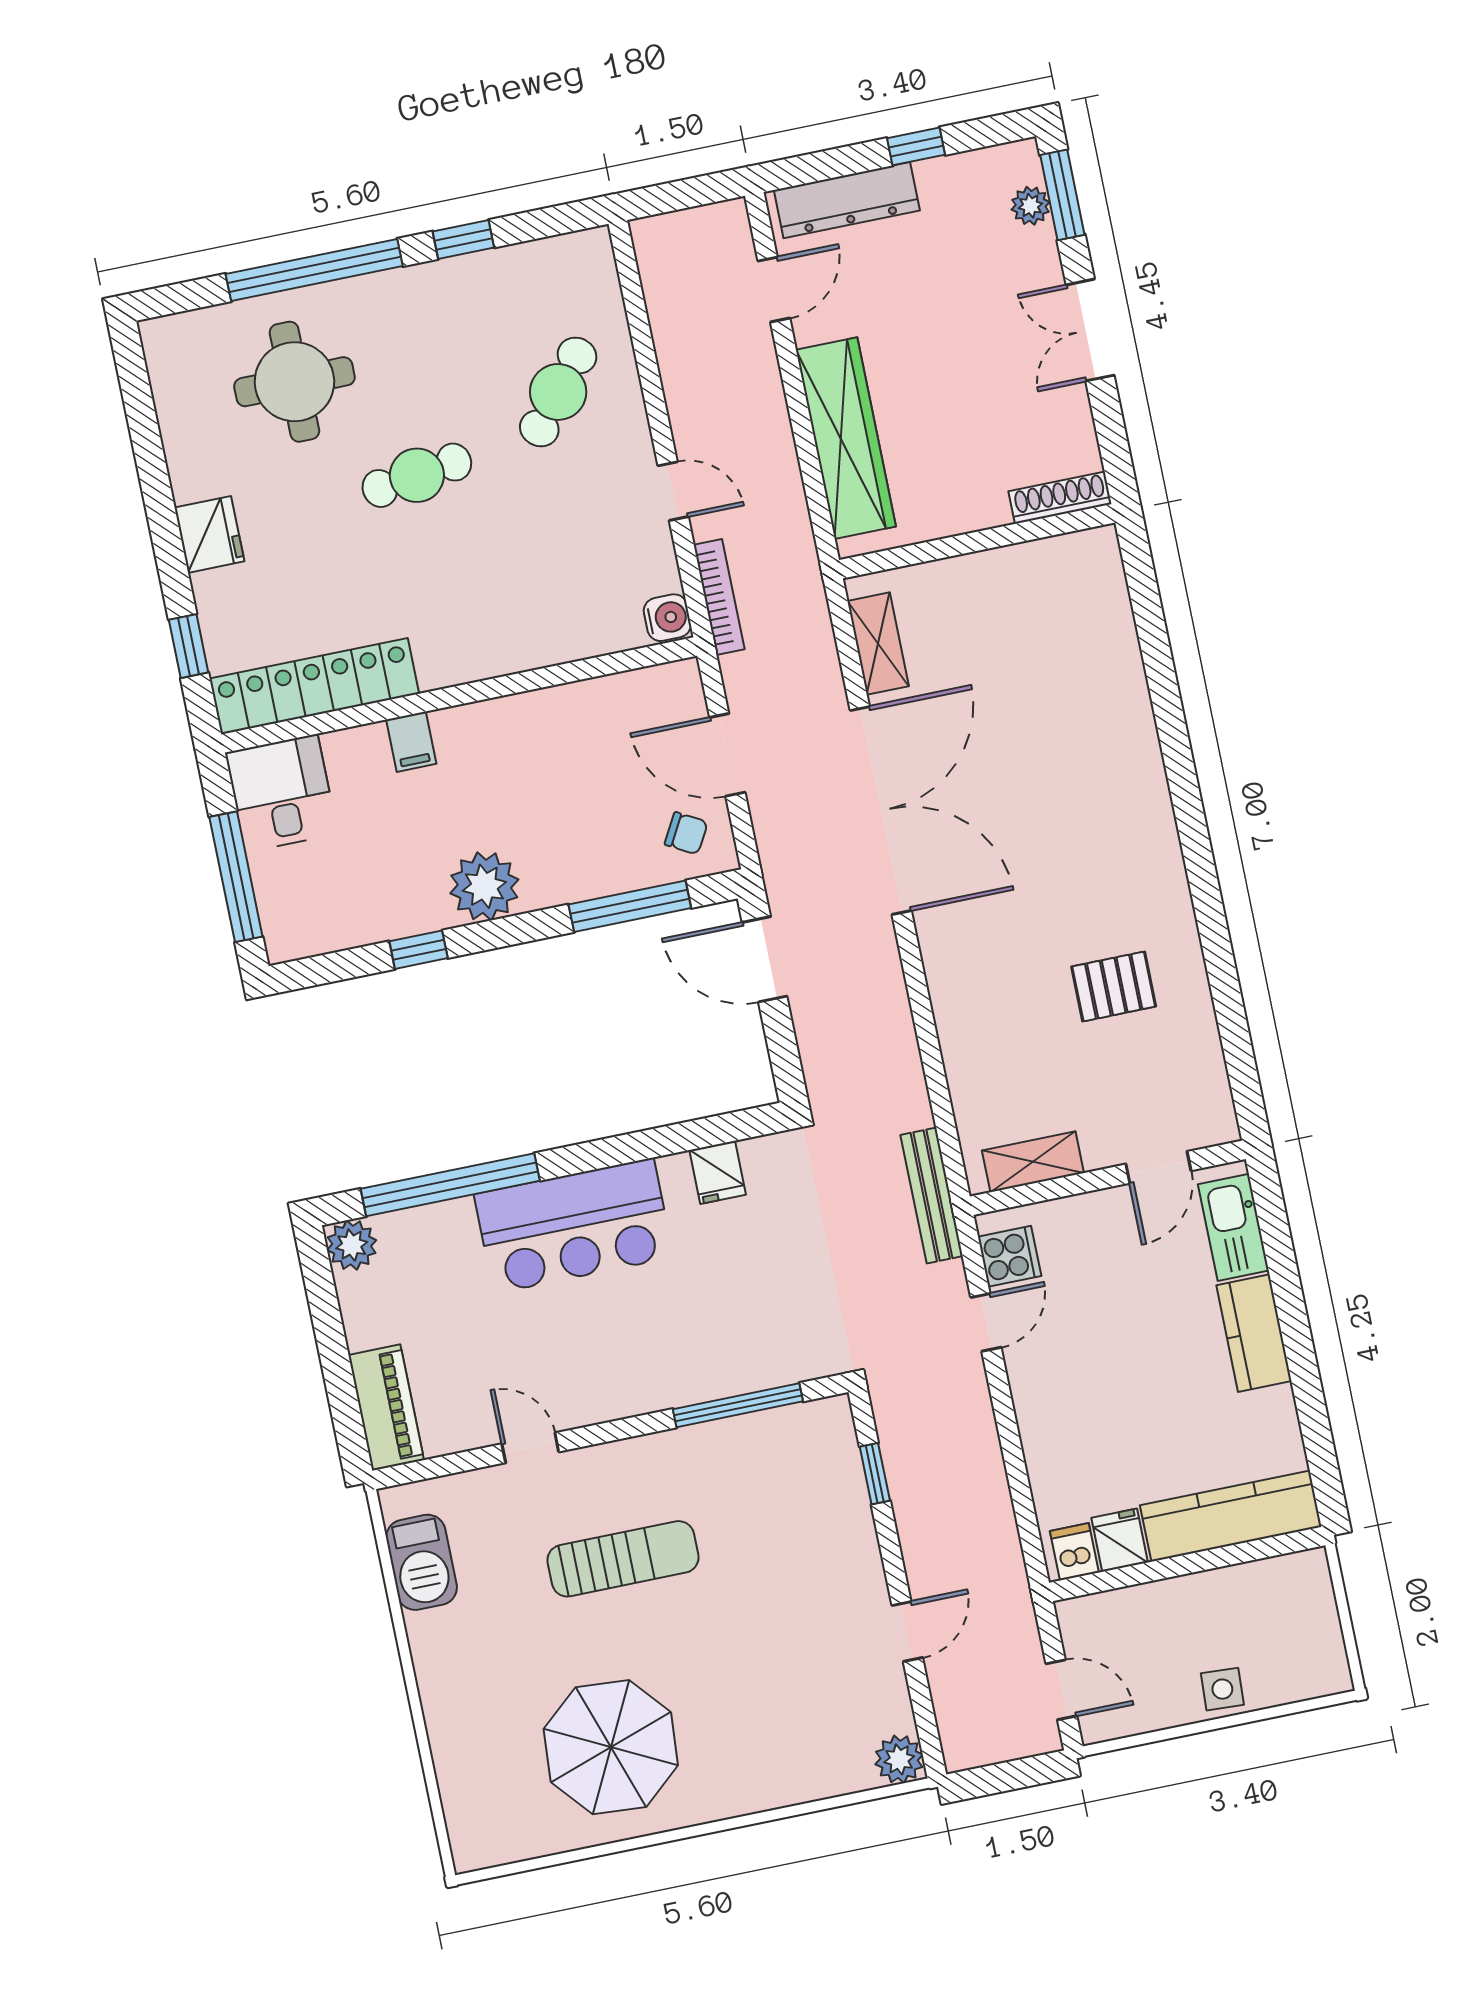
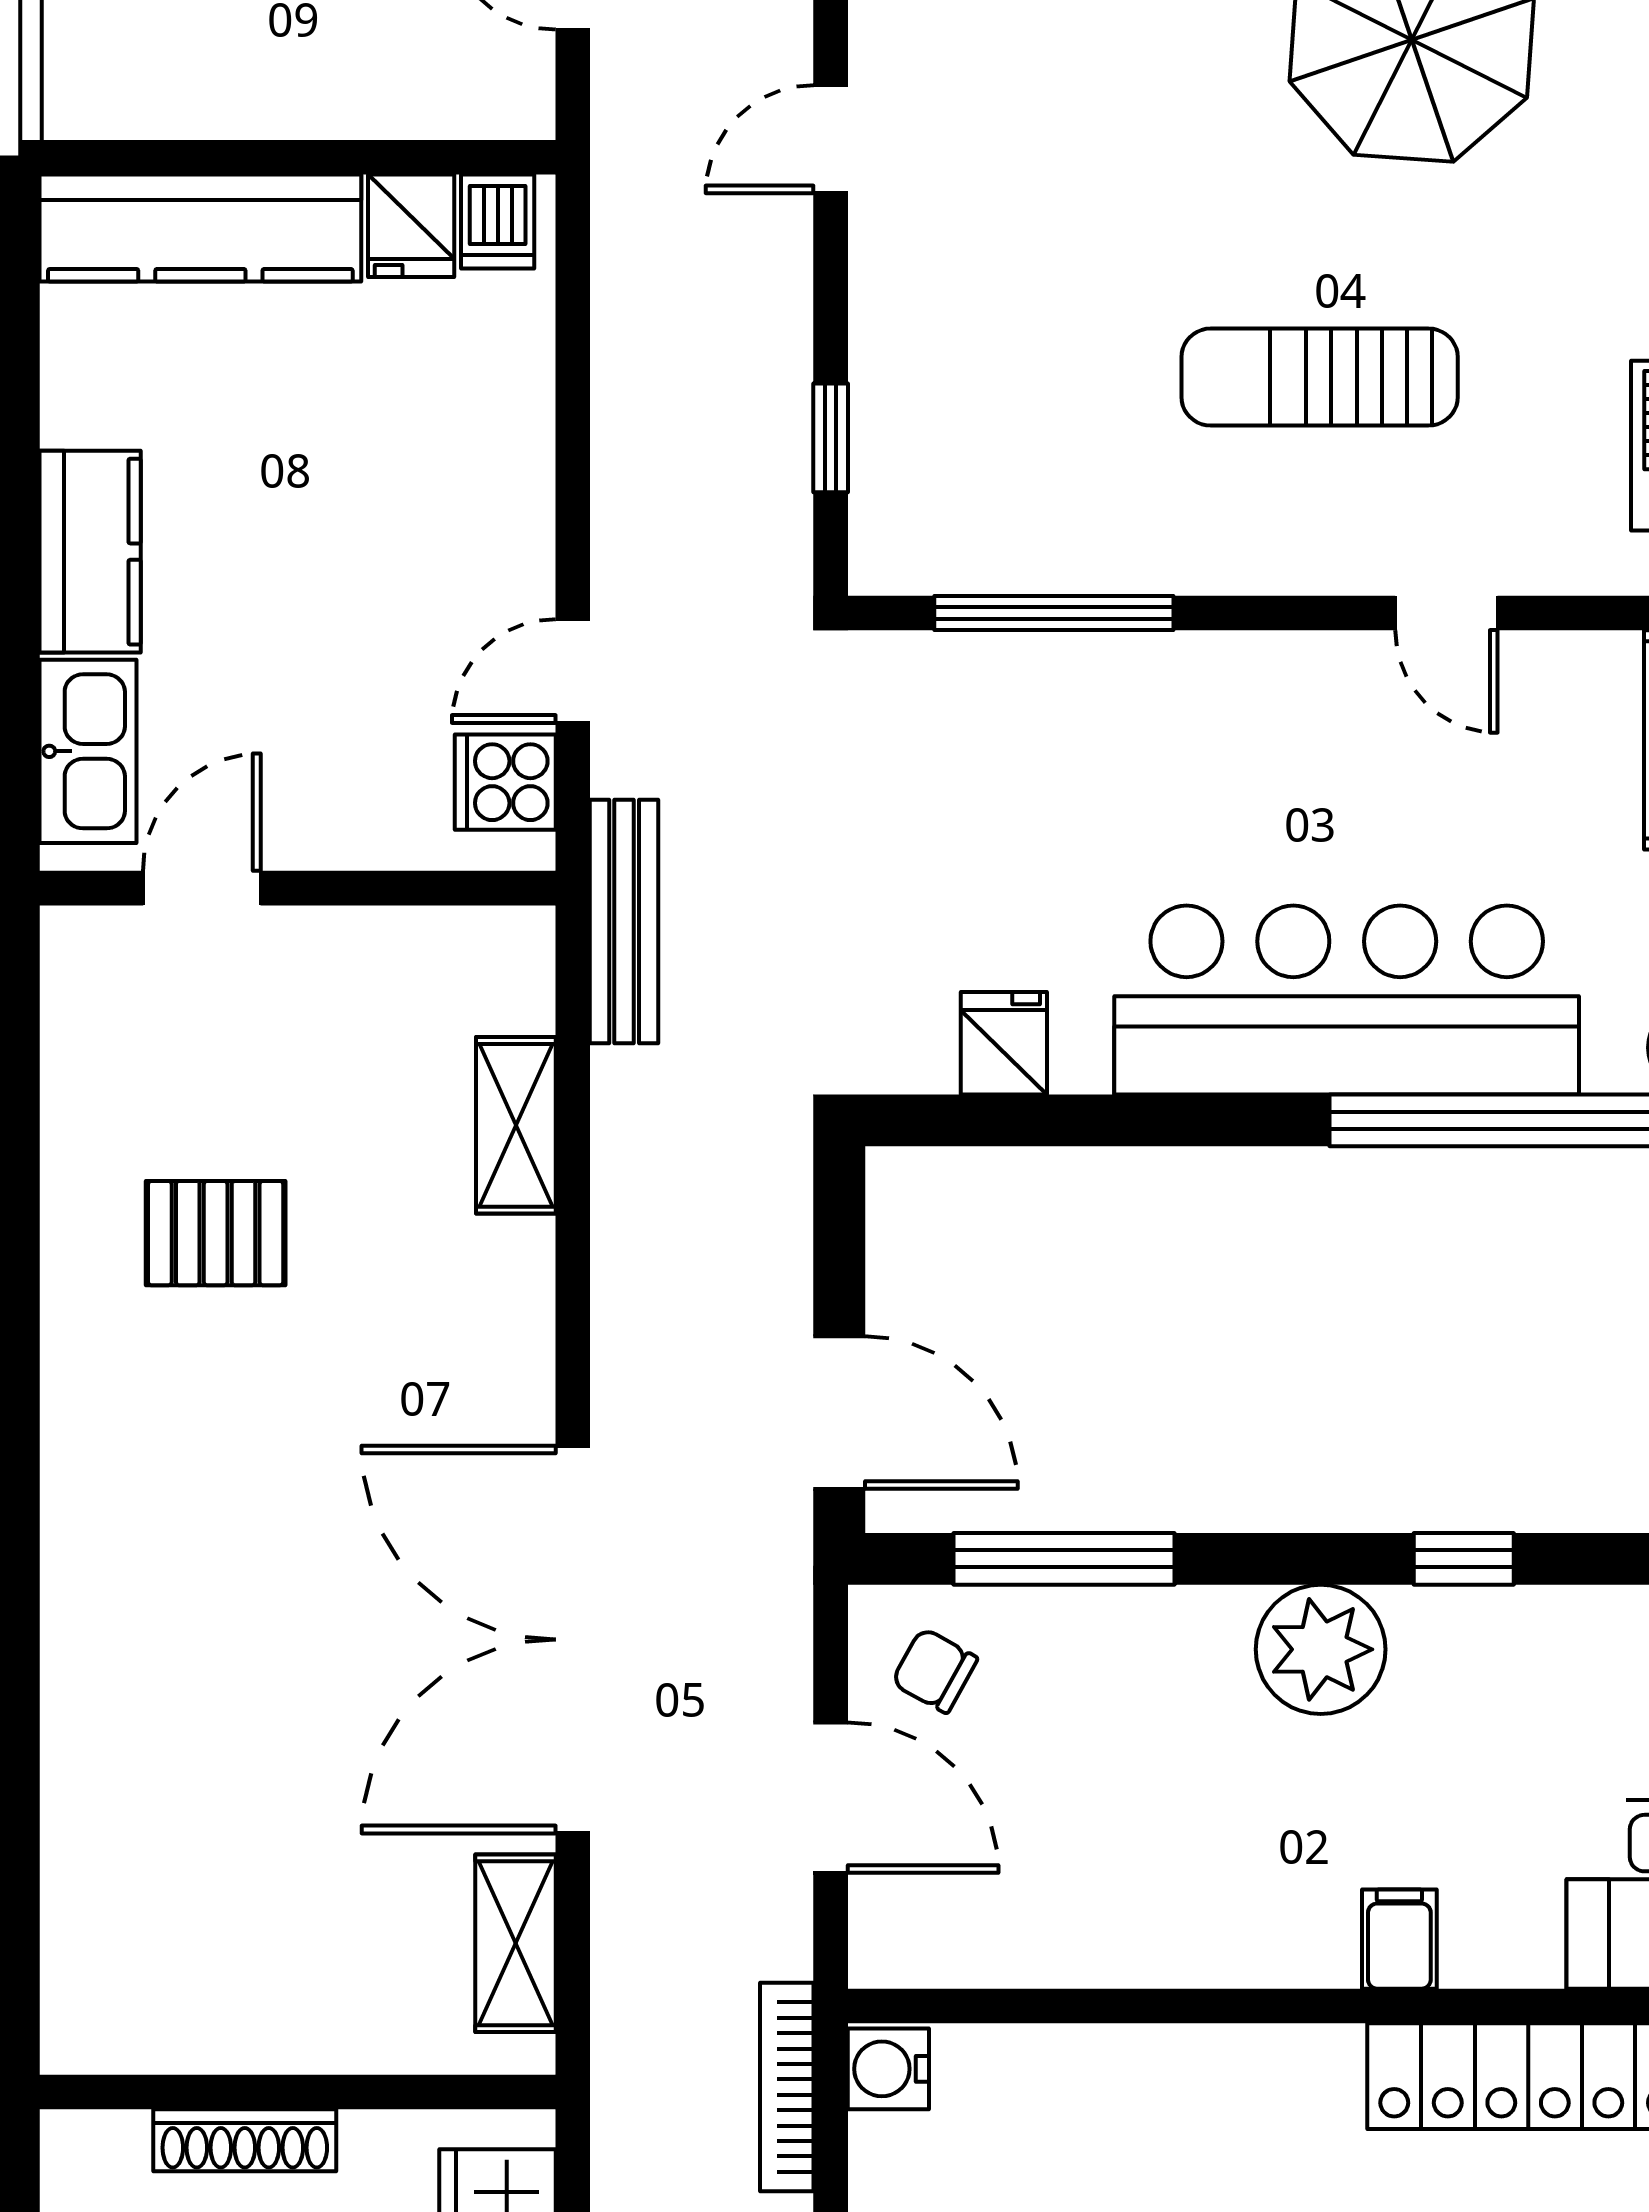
shoe rack: (1060, 498) -> (245, 2140), moved
shelving: (1033, 1162) -> (516, 1125), moved, turned 90
bar counter: (574, 1226) -> (1347, 1000), width x1.36

